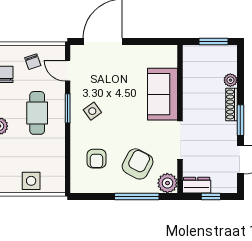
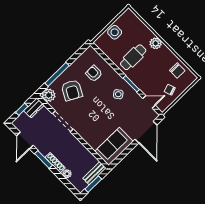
bench: (201, 52) -> (95, 173), added
sofa: (162, 94) -> (114, 146), moved, turned -90
cafe table: (37, 113) -> (133, 57), moved, turned 90

